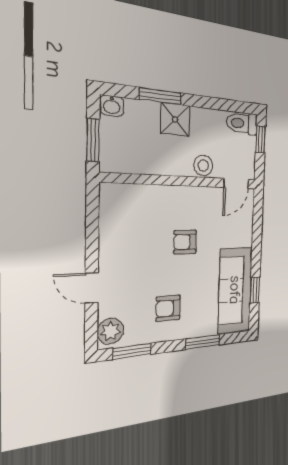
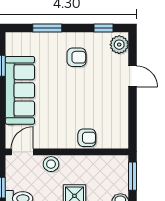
armchair: (185, 242) -> (87, 138), moved
sofa: (235, 290) -> (20, 90), moved
window: (132, 351) -> (103, 28), width x0.67

